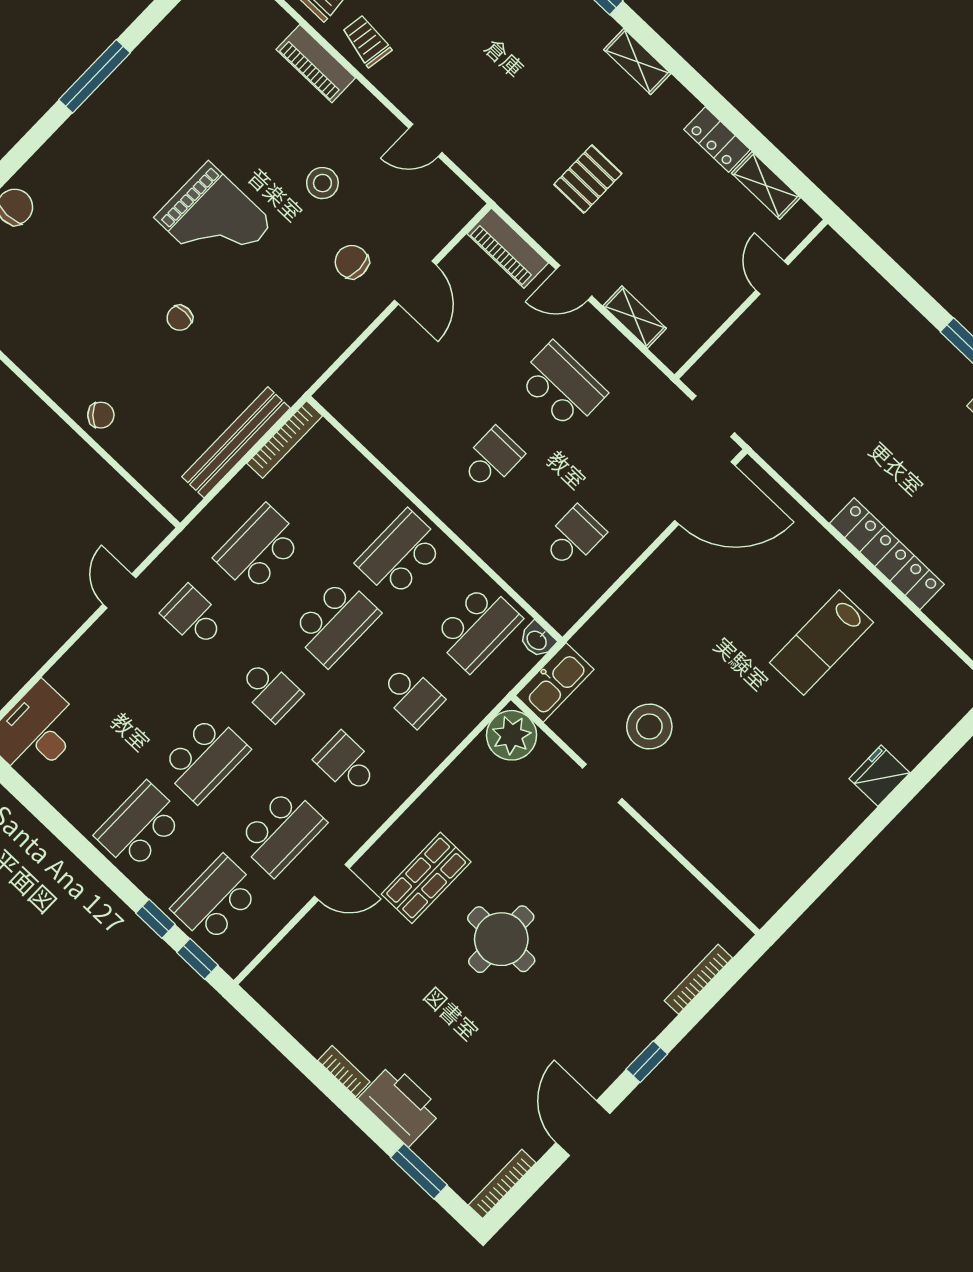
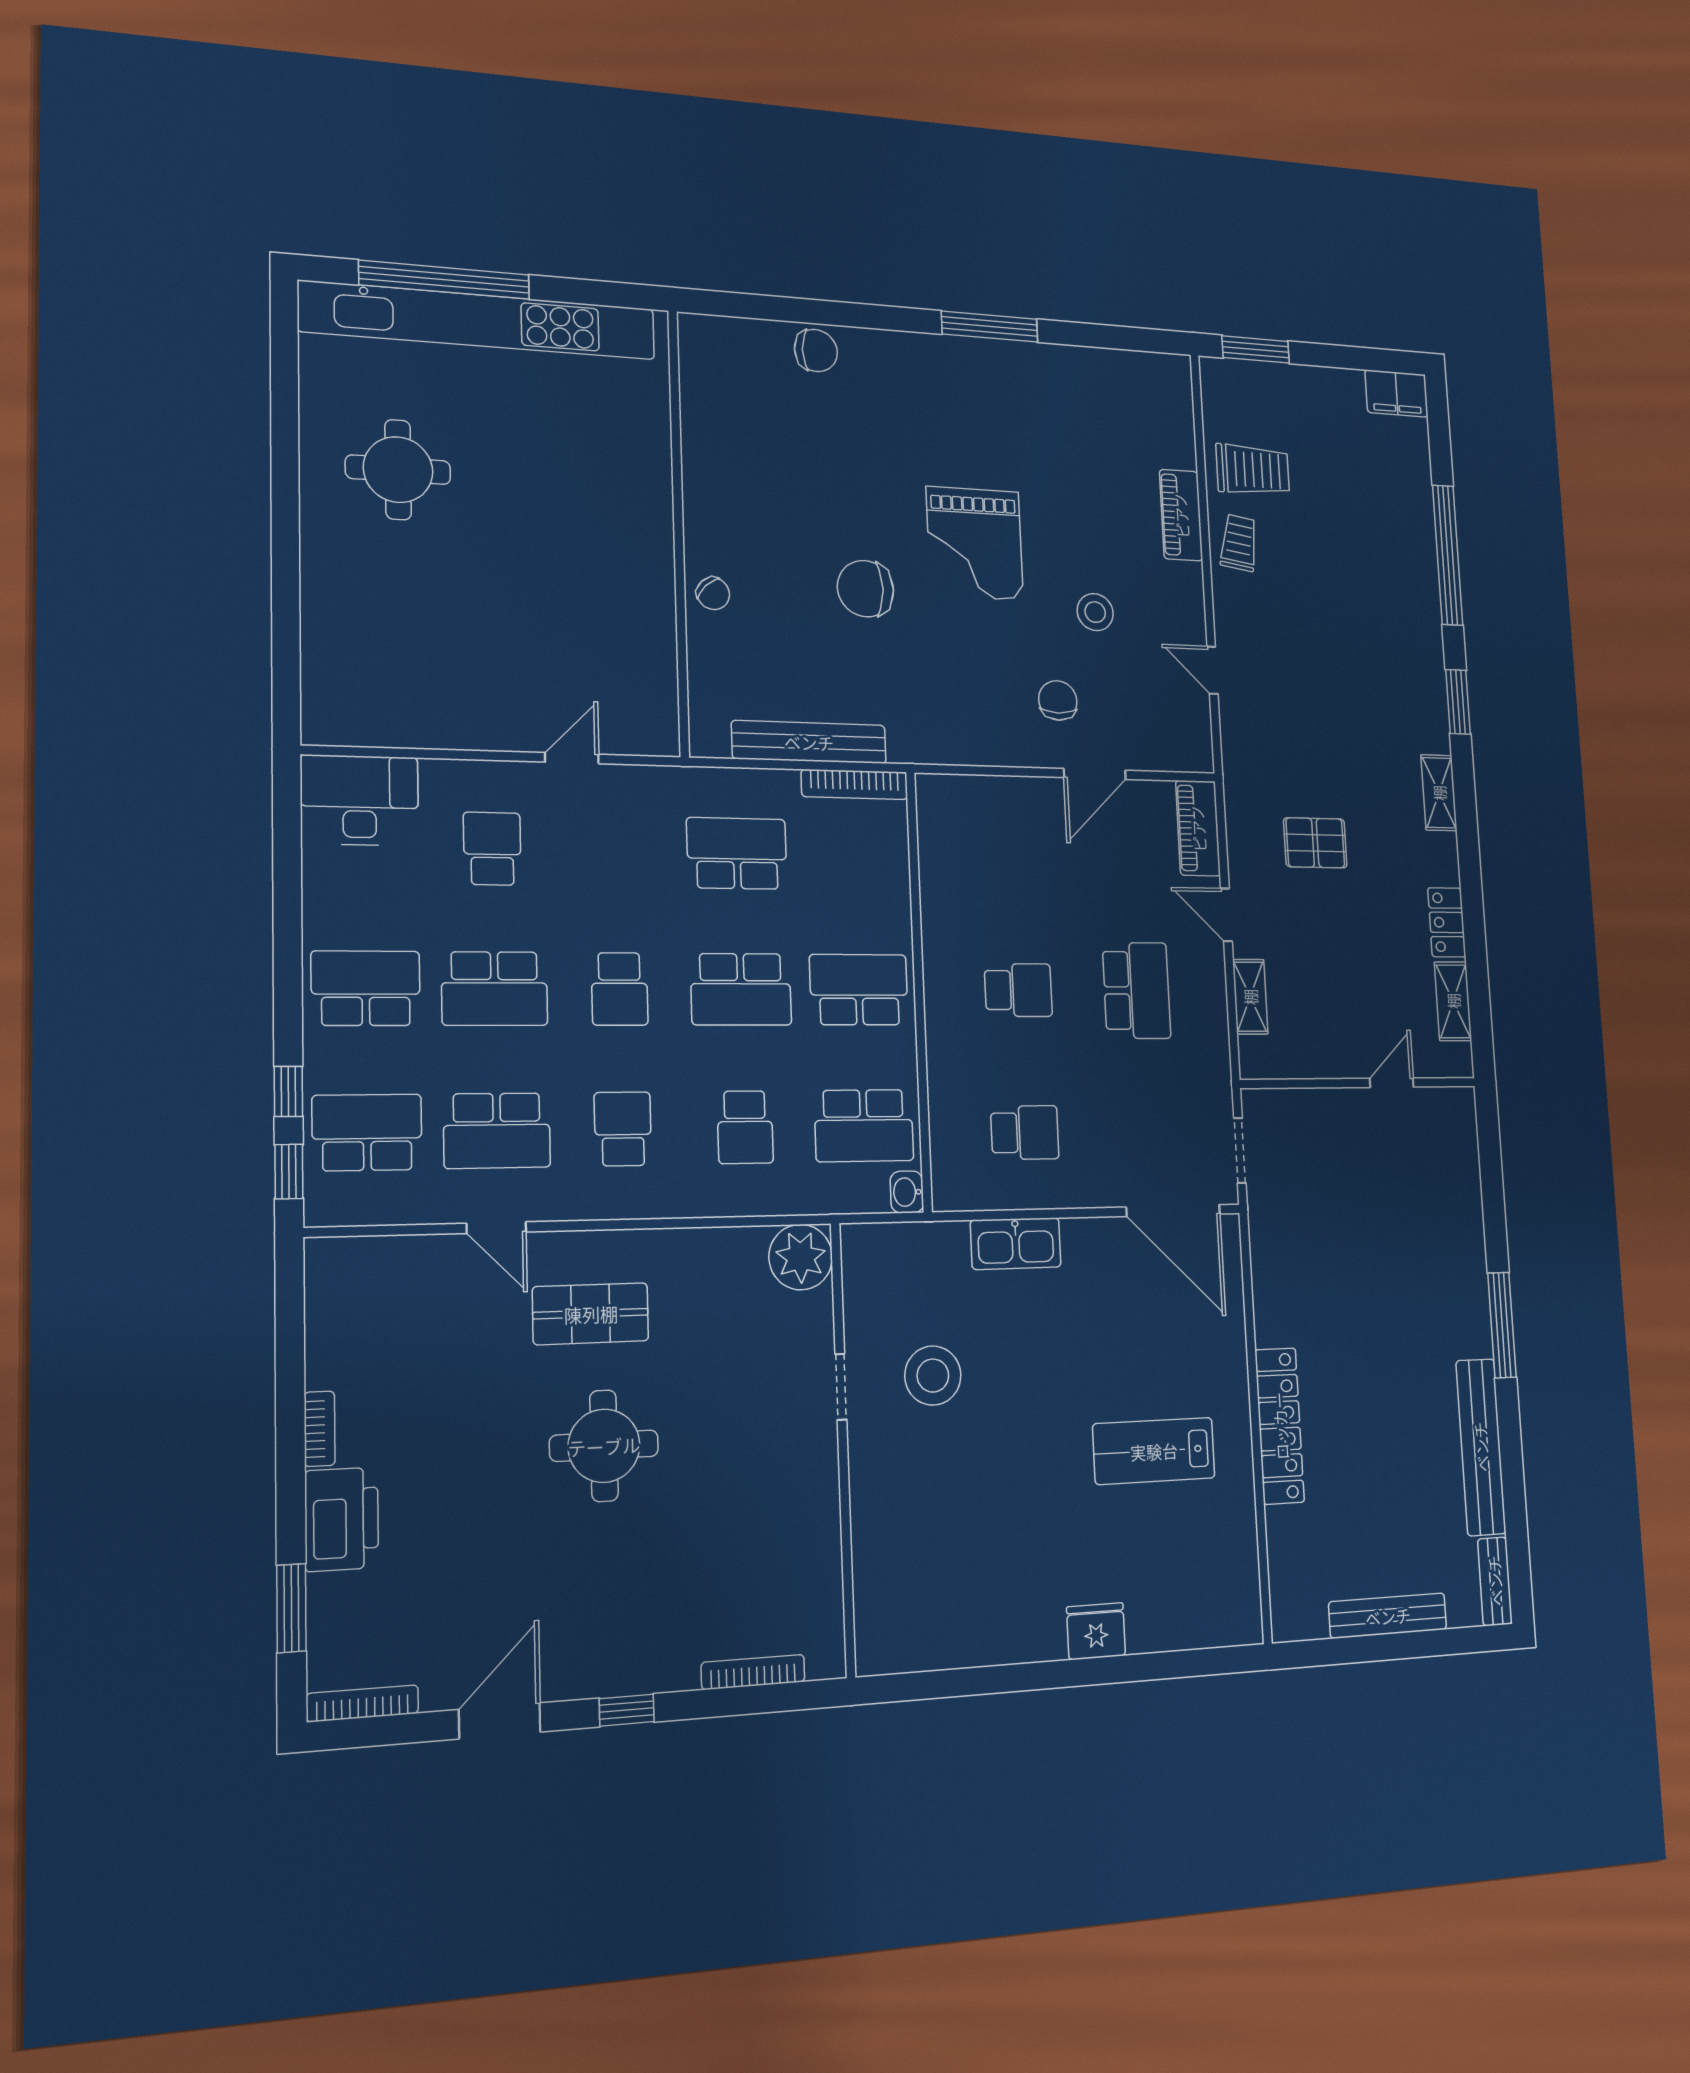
chair: (180, 318) -> (865, 589), width x1.87, depth x1.87
school desk: (194, 617) -> (492, 849), moved
kitchen sink: (555, 682) -> (1016, 1244), moved

